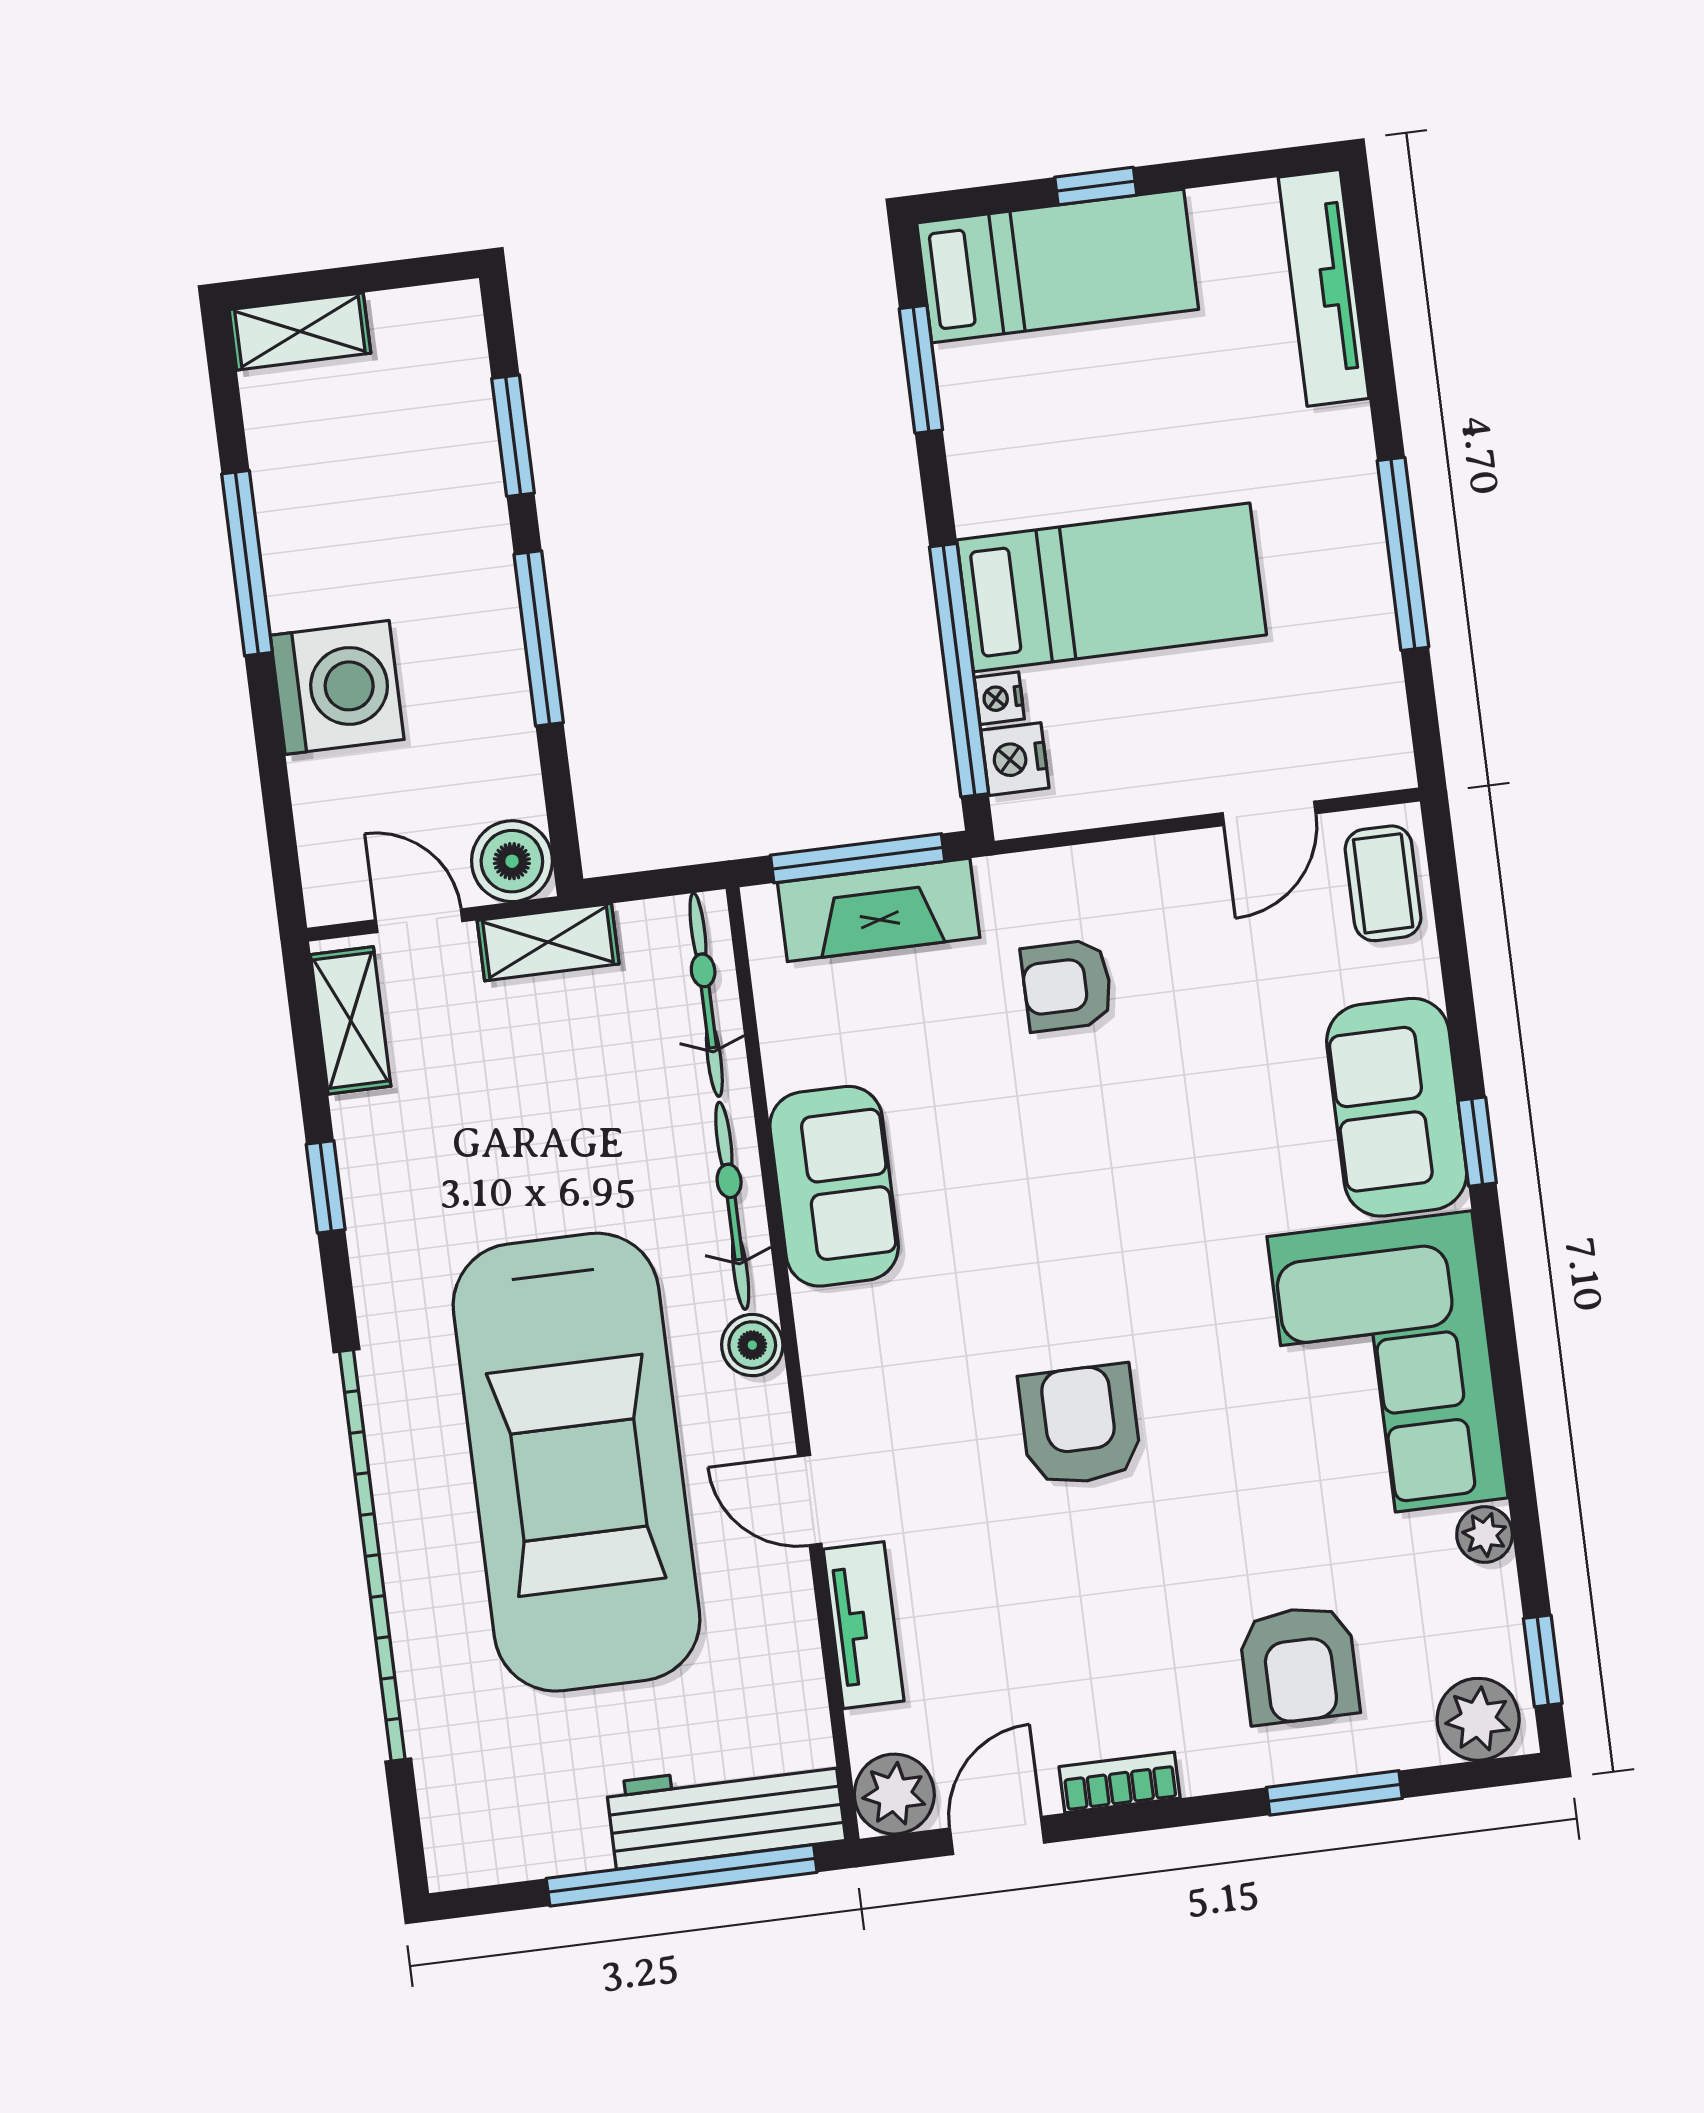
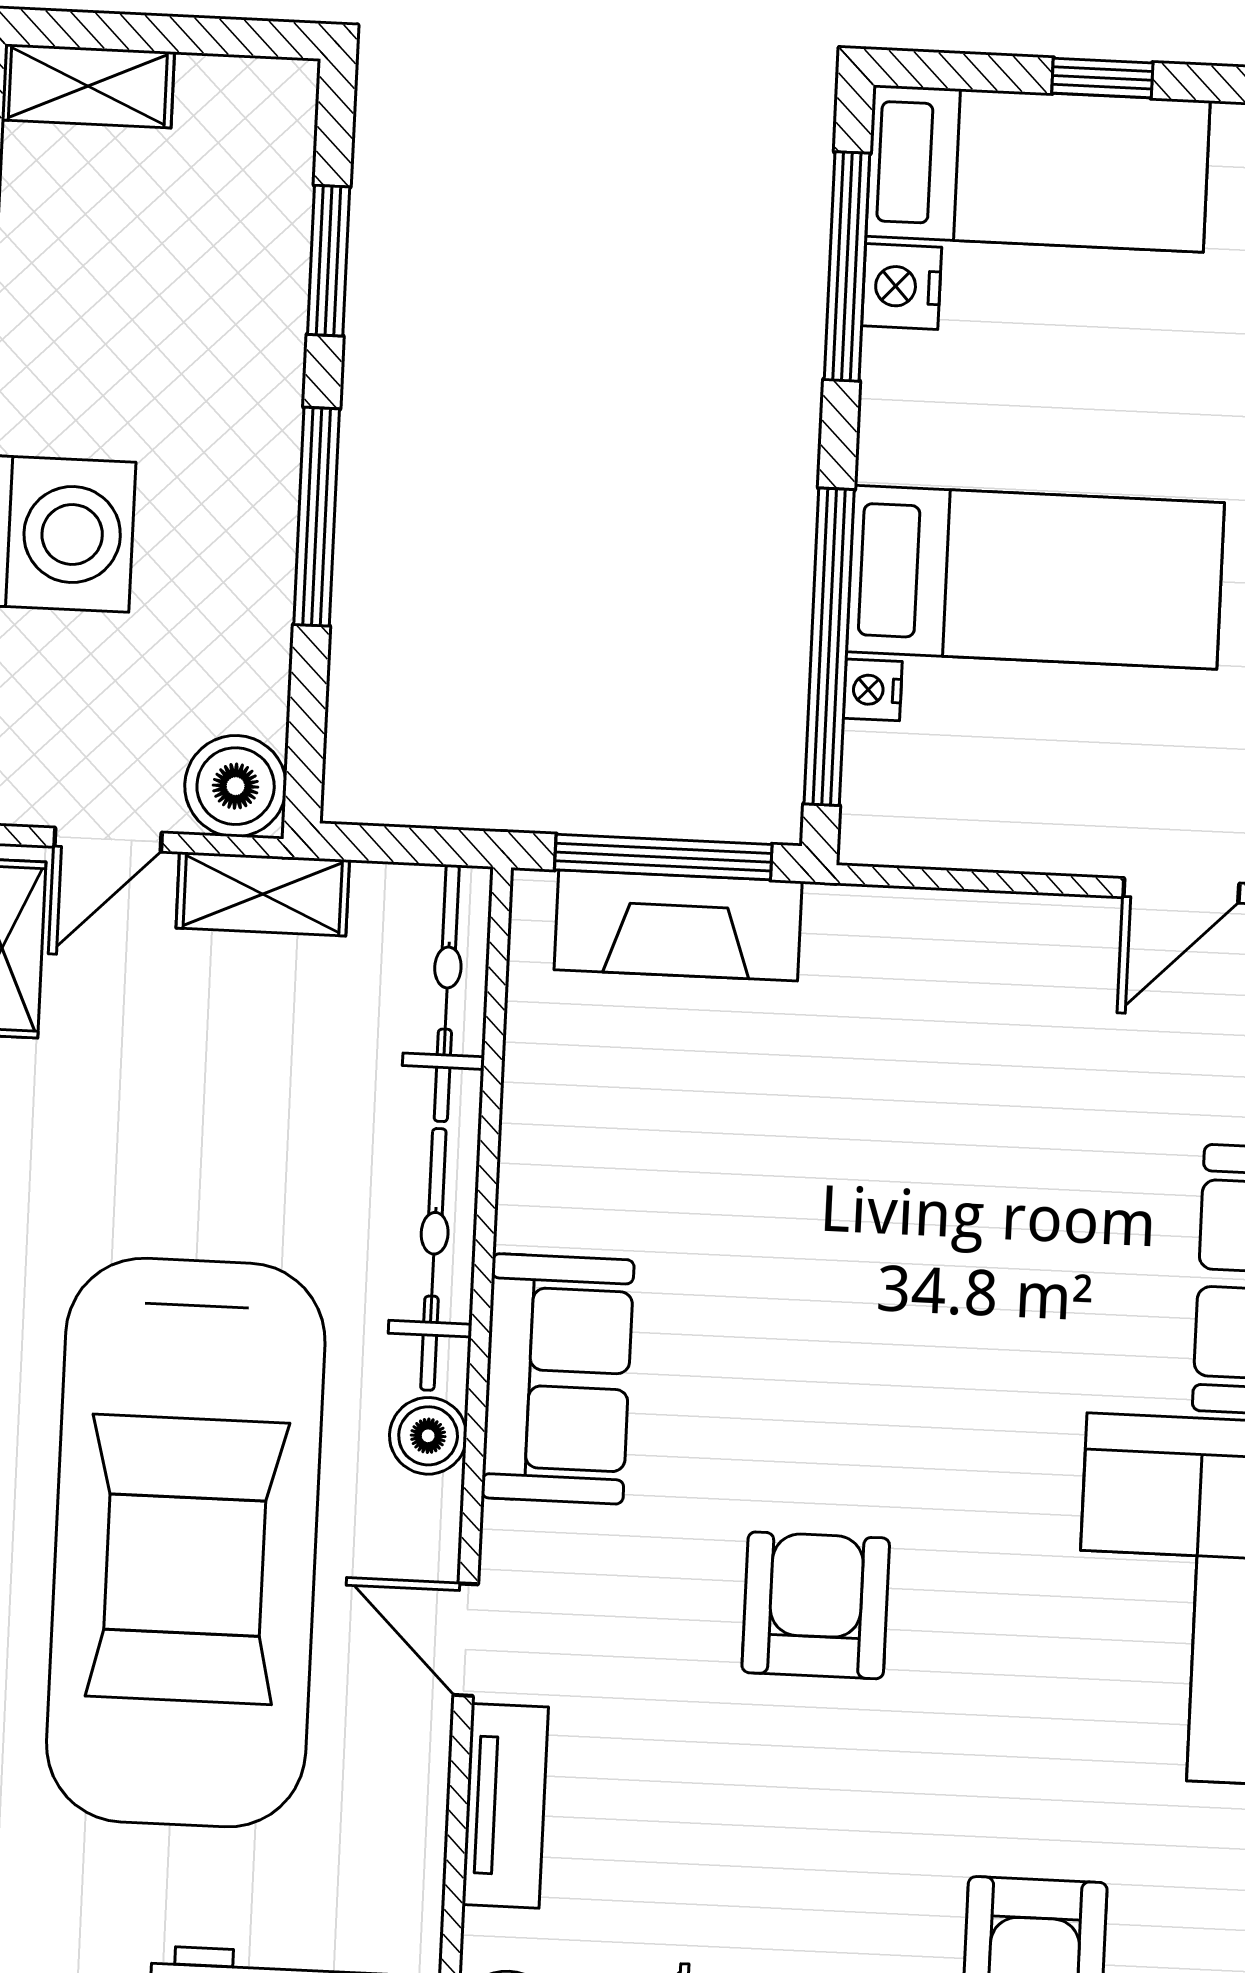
window: (921, 369) -> (847, 266), width x1.44
nightstand: (1015, 759) -> (902, 286), moved
door: (419, 921) -> (108, 840), swing flipped
armchair: (1067, 985) -> (894, 1059), removed
sofa: (834, 1186) -> (558, 1379), moved

